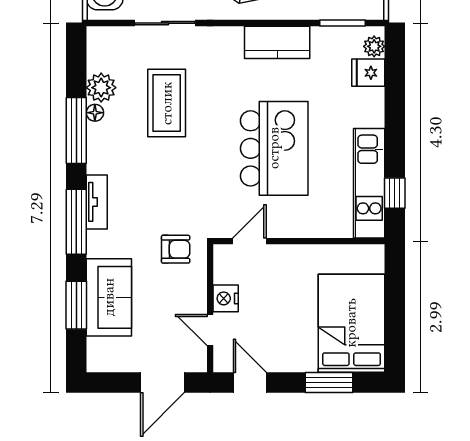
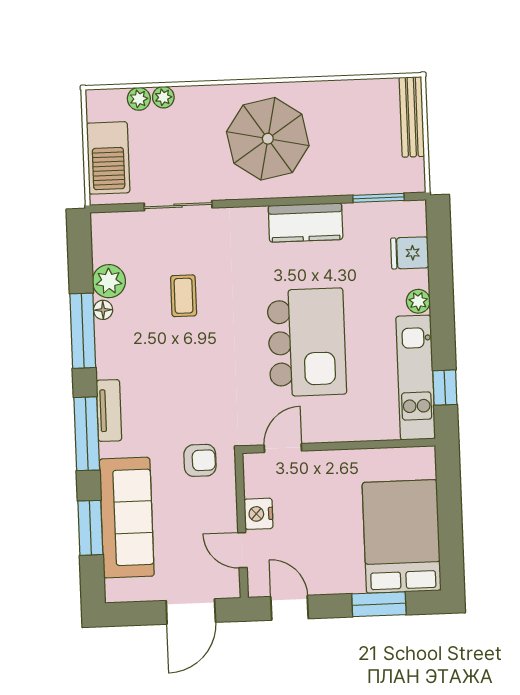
plant: (374, 46) -> (418, 301), moved
coffee table: (167, 103) -> (184, 296), width x0.54, depth x0.58
sofa: (109, 297) -> (127, 518), width x1.36

